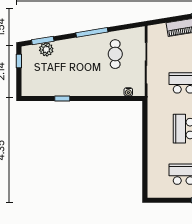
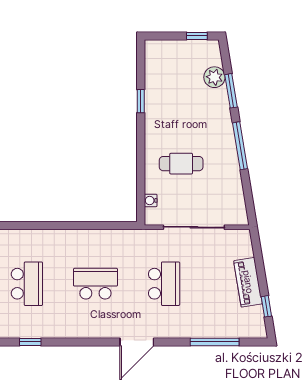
window: (43, 40) -> (231, 91), moved
cafe table: (115, 54) -> (181, 164), moved

